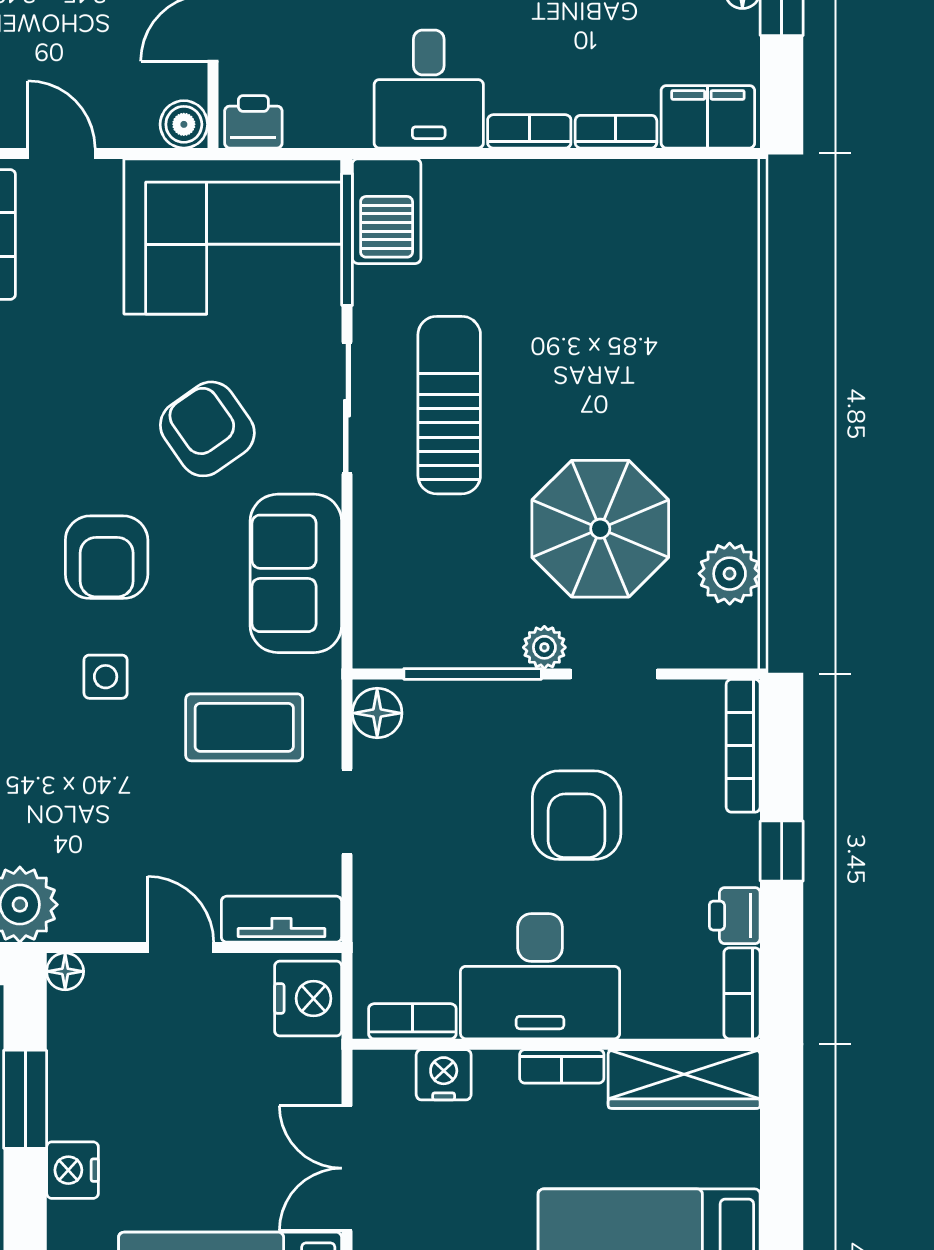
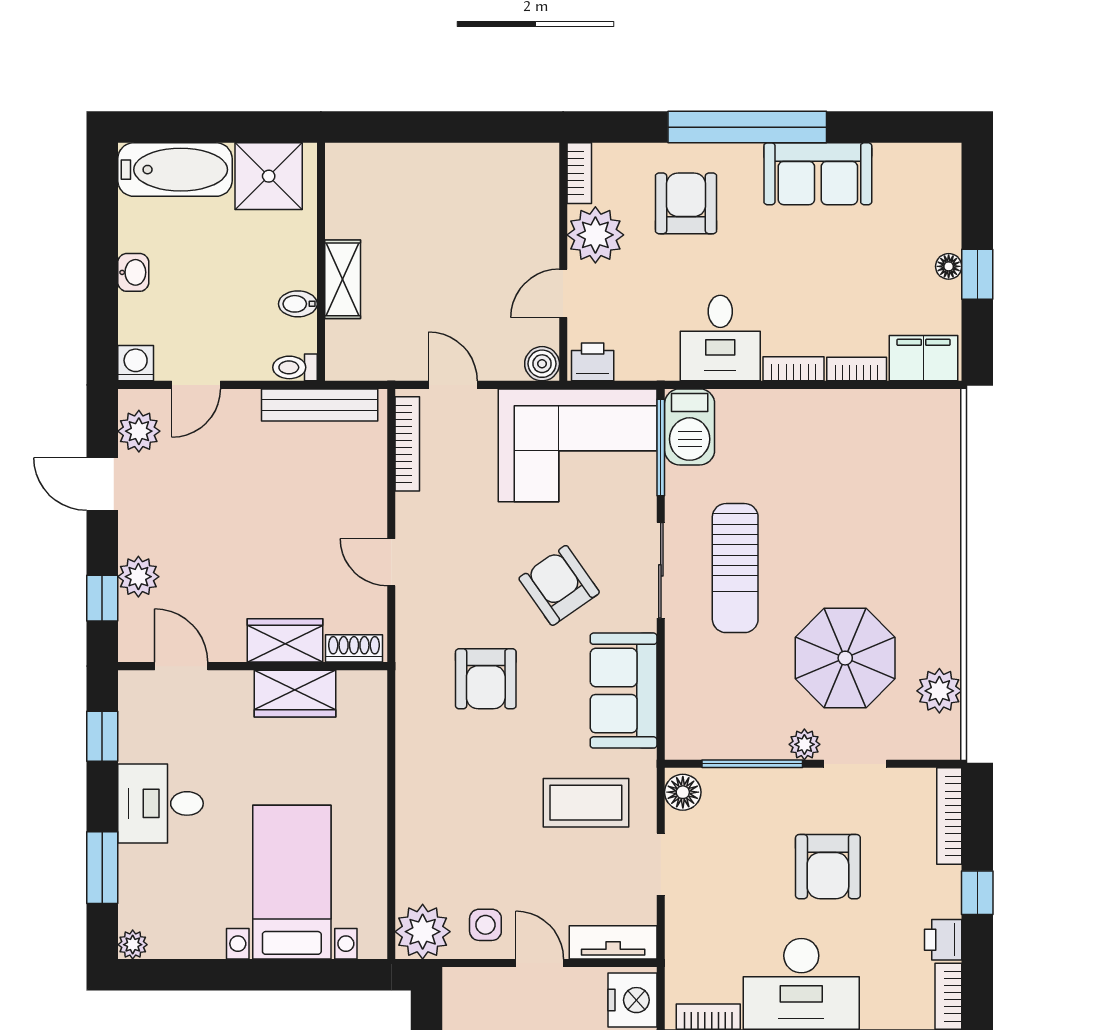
sun lounger: (449, 405) -> (735, 568), turned 180
side table: (106, 677) -> (485, 925), moved
floor lamp: (65, 971) -> (456, 980), removed

